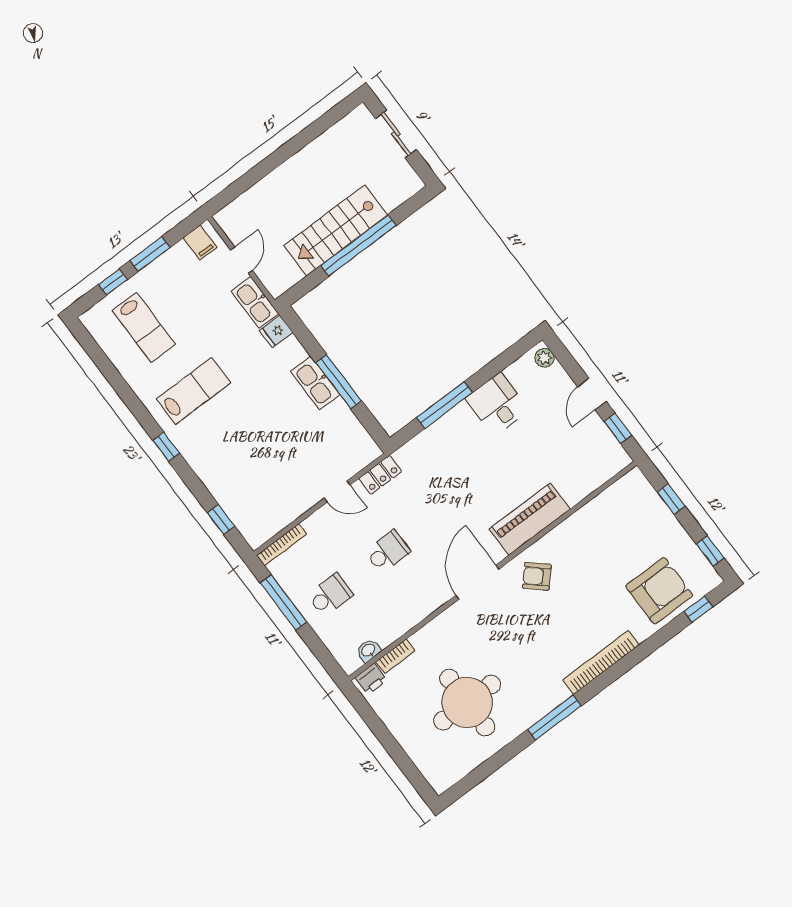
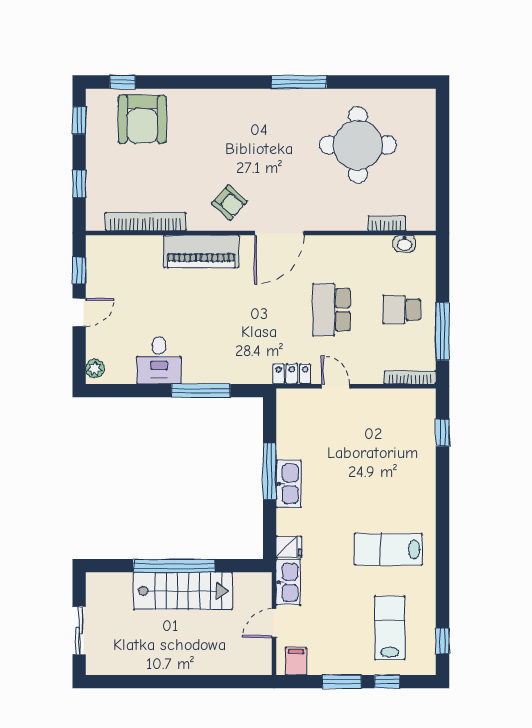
window: (166, 447) -> (442, 641), moved
school desk: (388, 552) -> (331, 310), width x1.85
armchair: (659, 591) -> (142, 119), turned -90
bookcase: (601, 662) -> (146, 222), moved, turned 180
printer: (371, 679) -> (419, 220), removed

